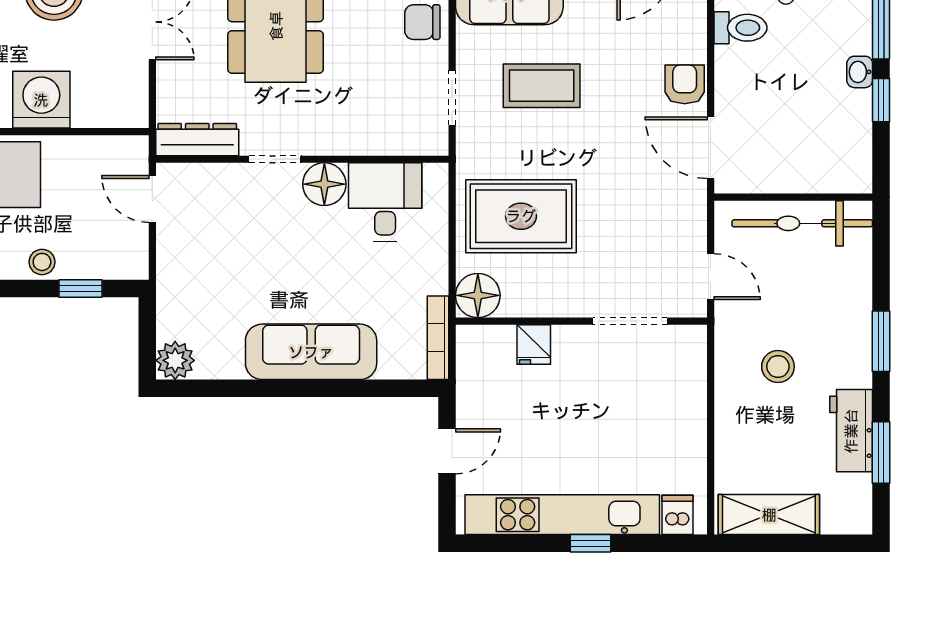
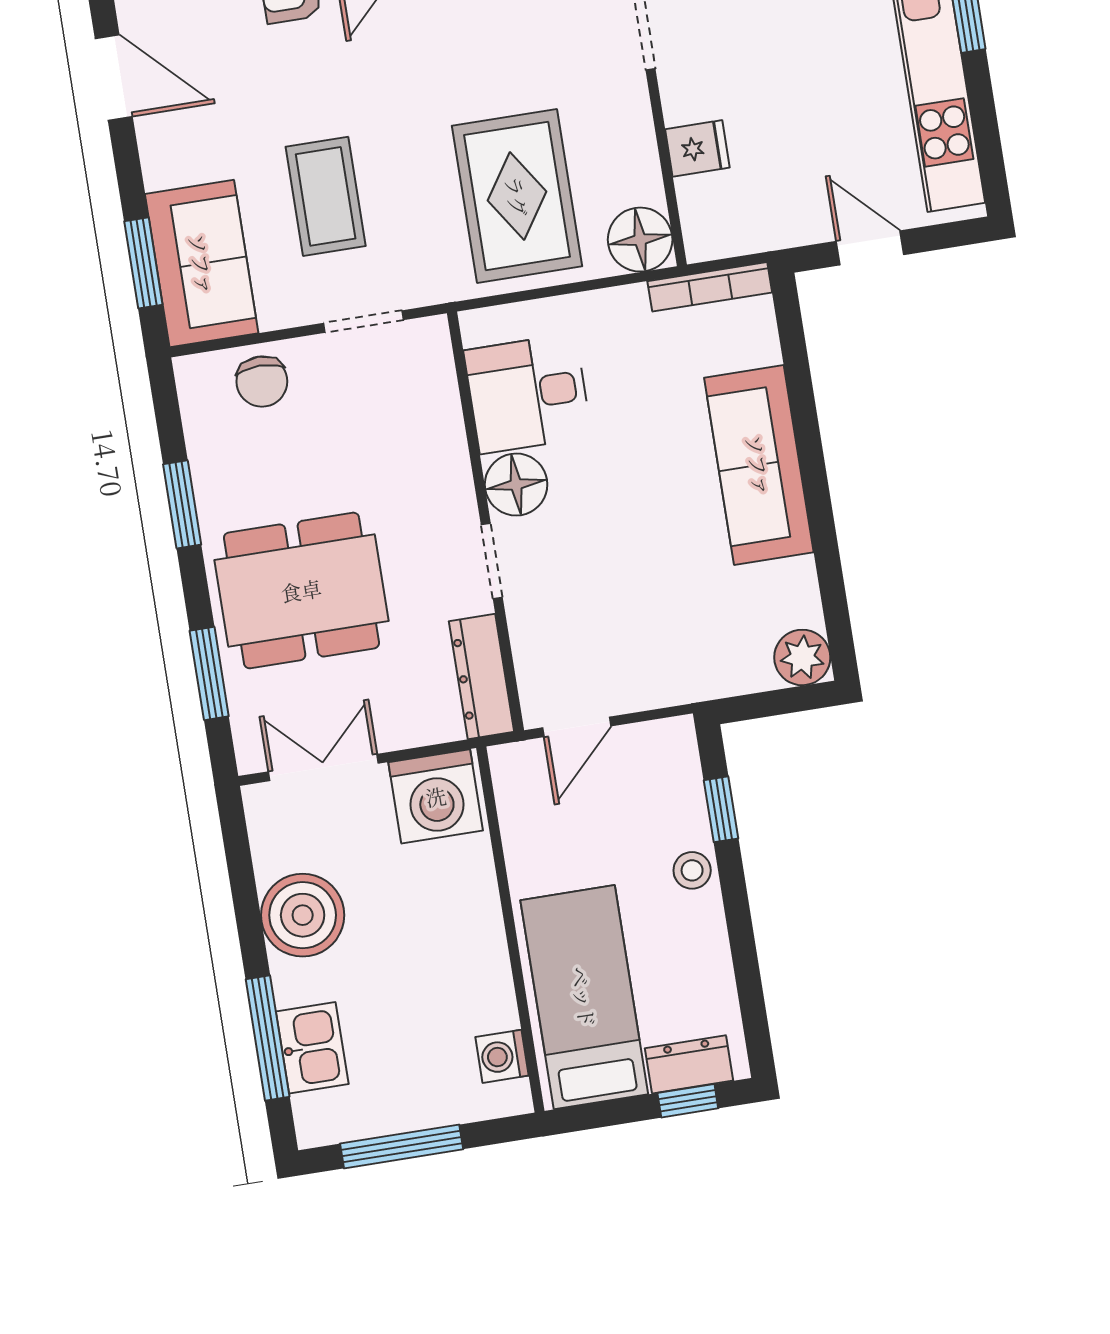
washing machine: (41, 100) -> (436, 796), moved, turned -90

